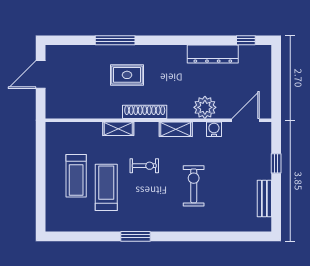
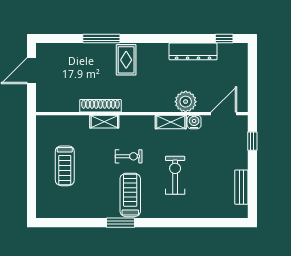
rug: (127, 75) -> (126, 60), moved, turned 90
shoe rack: (145, 112) -> (100, 106), moved
shelving: (176, 129) -> (171, 122), moved
window: (276, 163) -> (252, 141), moved
treadmill: (106, 187) -> (130, 195), moved

